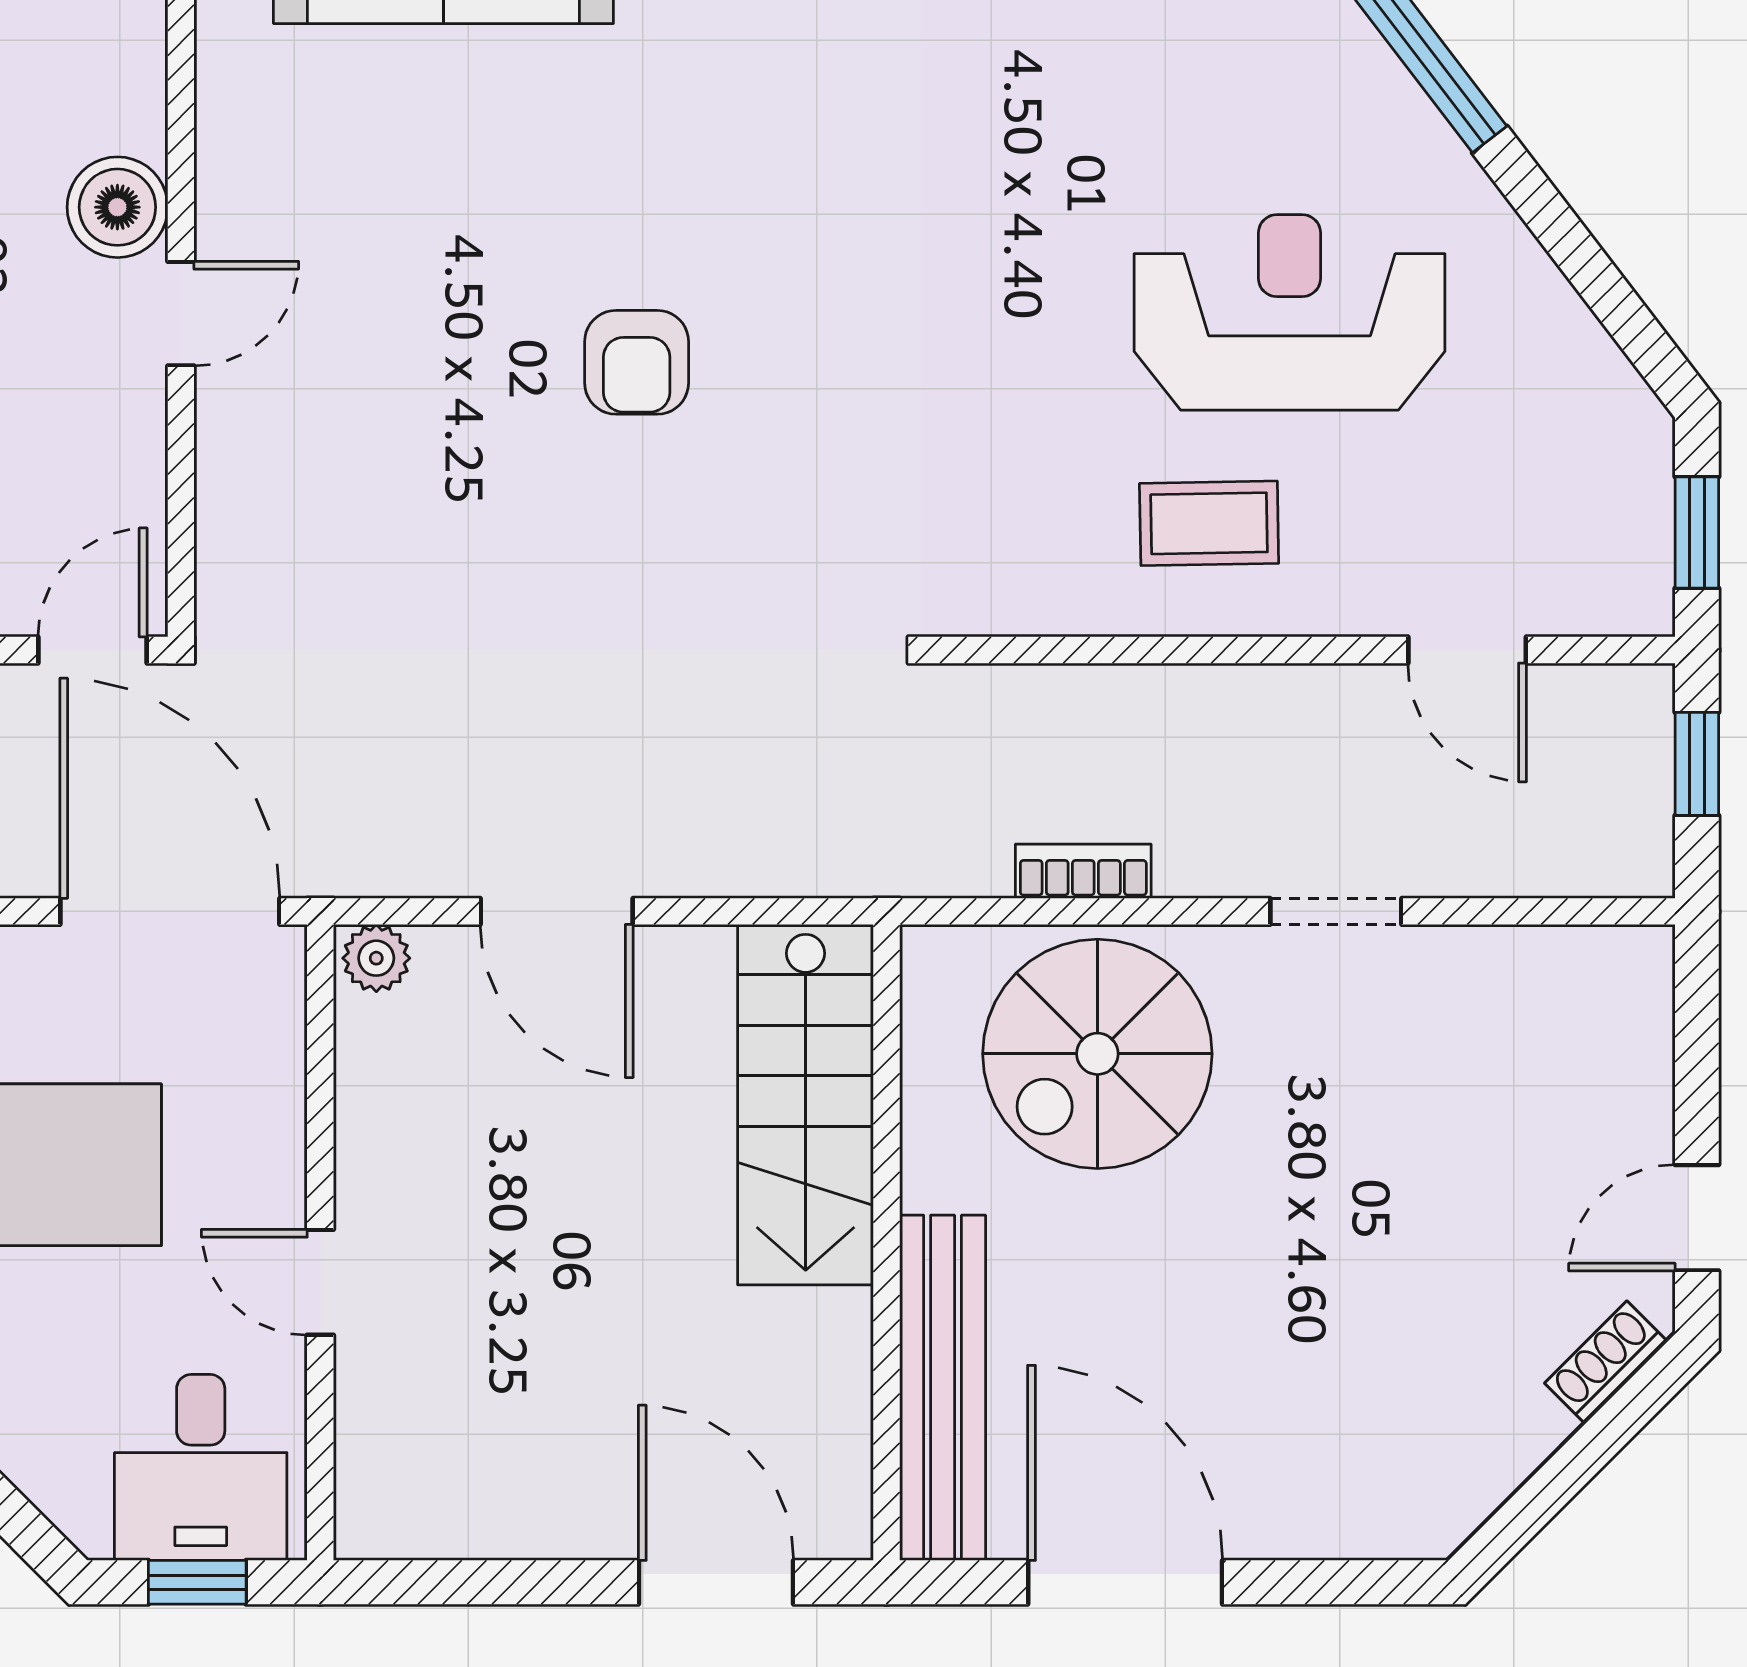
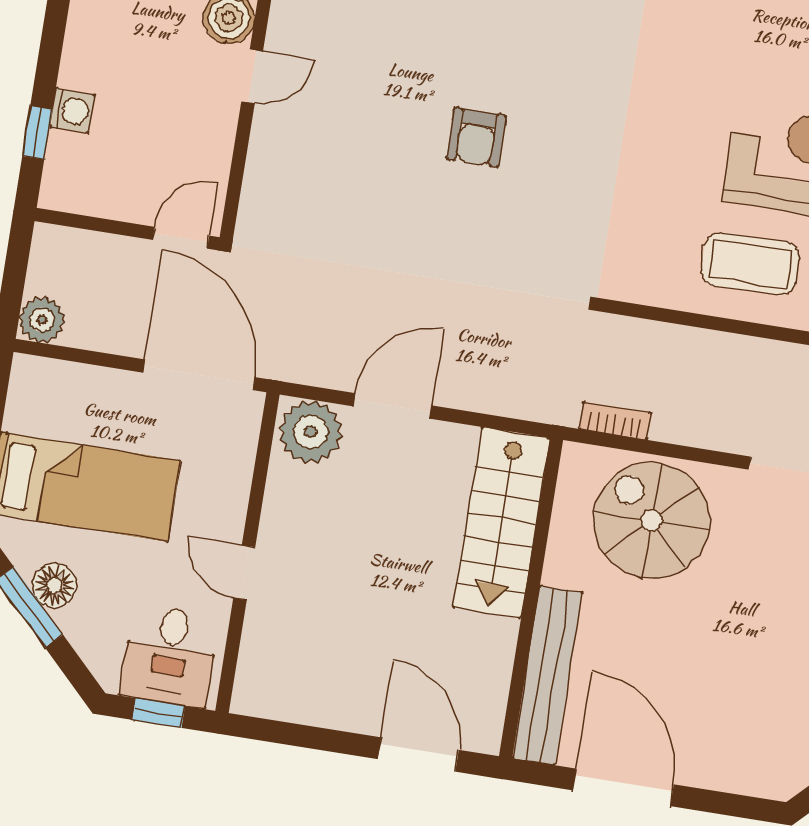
coffee table: (1209, 523) -> (750, 264), width x1.36, depth x1.30
bookcase: (1083, 871) -> (615, 421), moved
door: (557, 911) -> (392, 406), swing flipped
plant: (376, 958) -> (311, 432), width x1.87, depth x1.87
spiral stairs: (1097, 1054) -> (652, 521), turned 90

